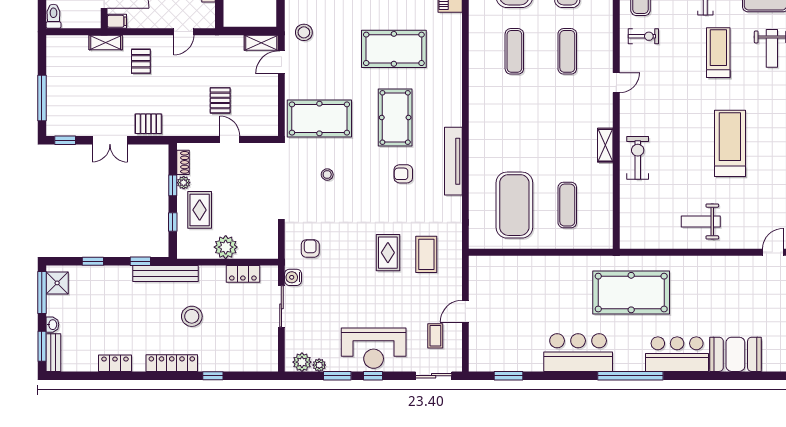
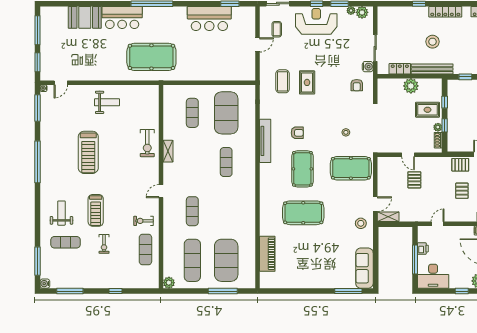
exercise mat: (514, 51) -> (226, 162), moved
pallet: (141, 61) -> (462, 191), moved
rug: (200, 210) -> (428, 110), turned 90
bench: (166, 274) -> (432, 69), moved
bar counter: (578, 353) -> (209, 19), moved

